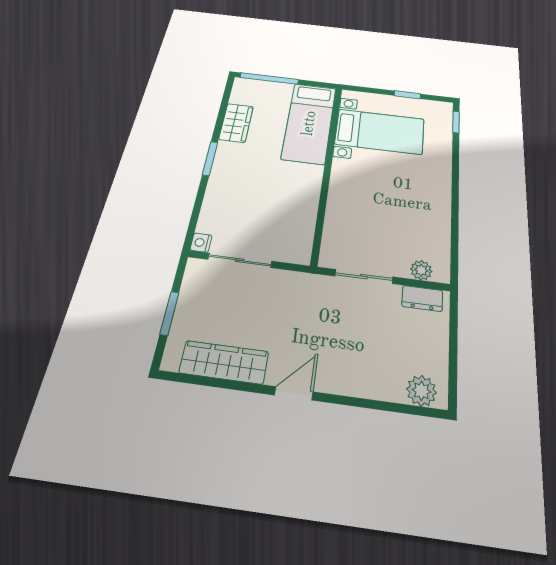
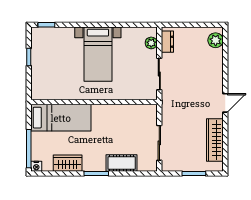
bed with nightstands: (380, 132) -> (98, 54), moved, turned 180
cot: (218, 197) -> (122, 163), added
nightstand: (201, 243) -> (36, 166), moved
door: (294, 393) -> (225, 103), swing flipped

